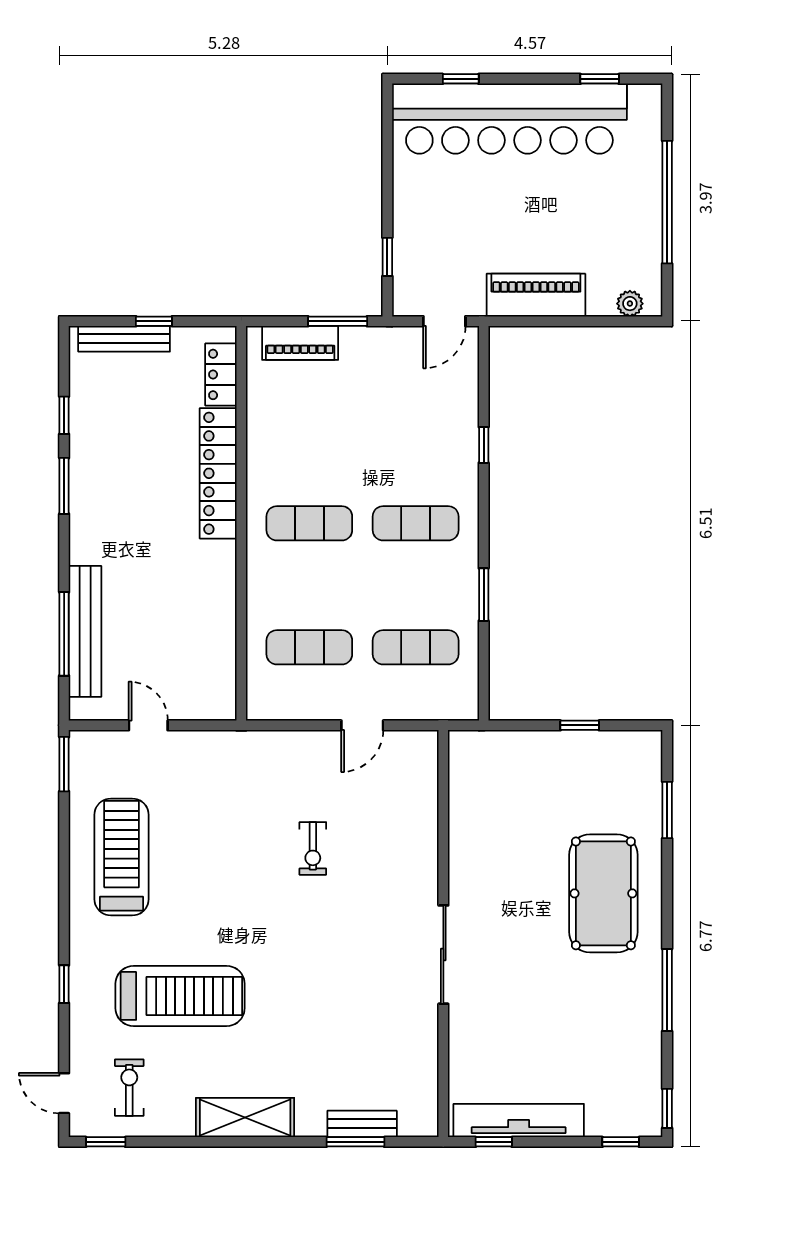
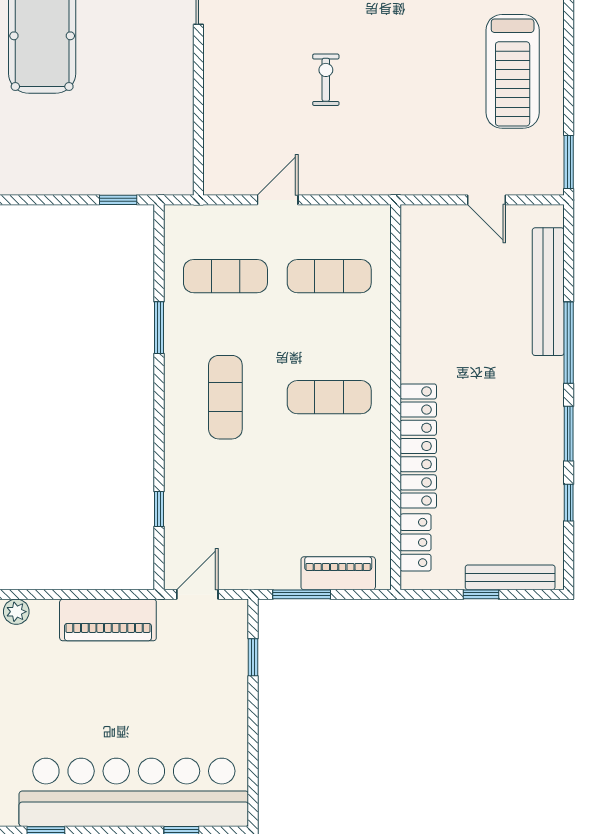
window: (484, 445) -> (159, 509), moved
exercise mat: (416, 523) -> (225, 397), turned 90
window: (64, 634) -> (569, 343), moved
window: (580, 725) -> (118, 200), moved

